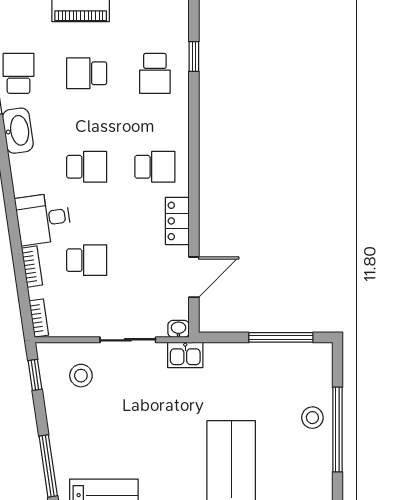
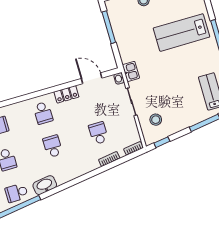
school desk: (155, 167) -> (43, 113), turned 180
desk: (43, 219) -> (84, 160), removed

